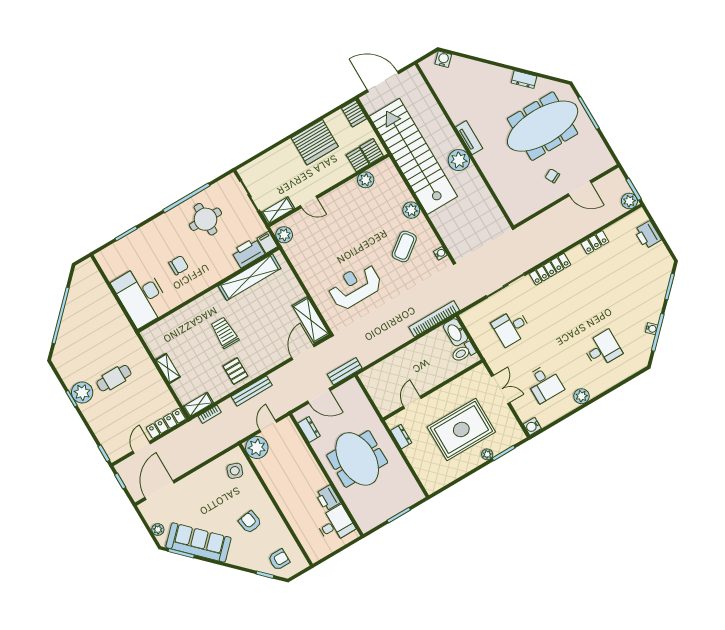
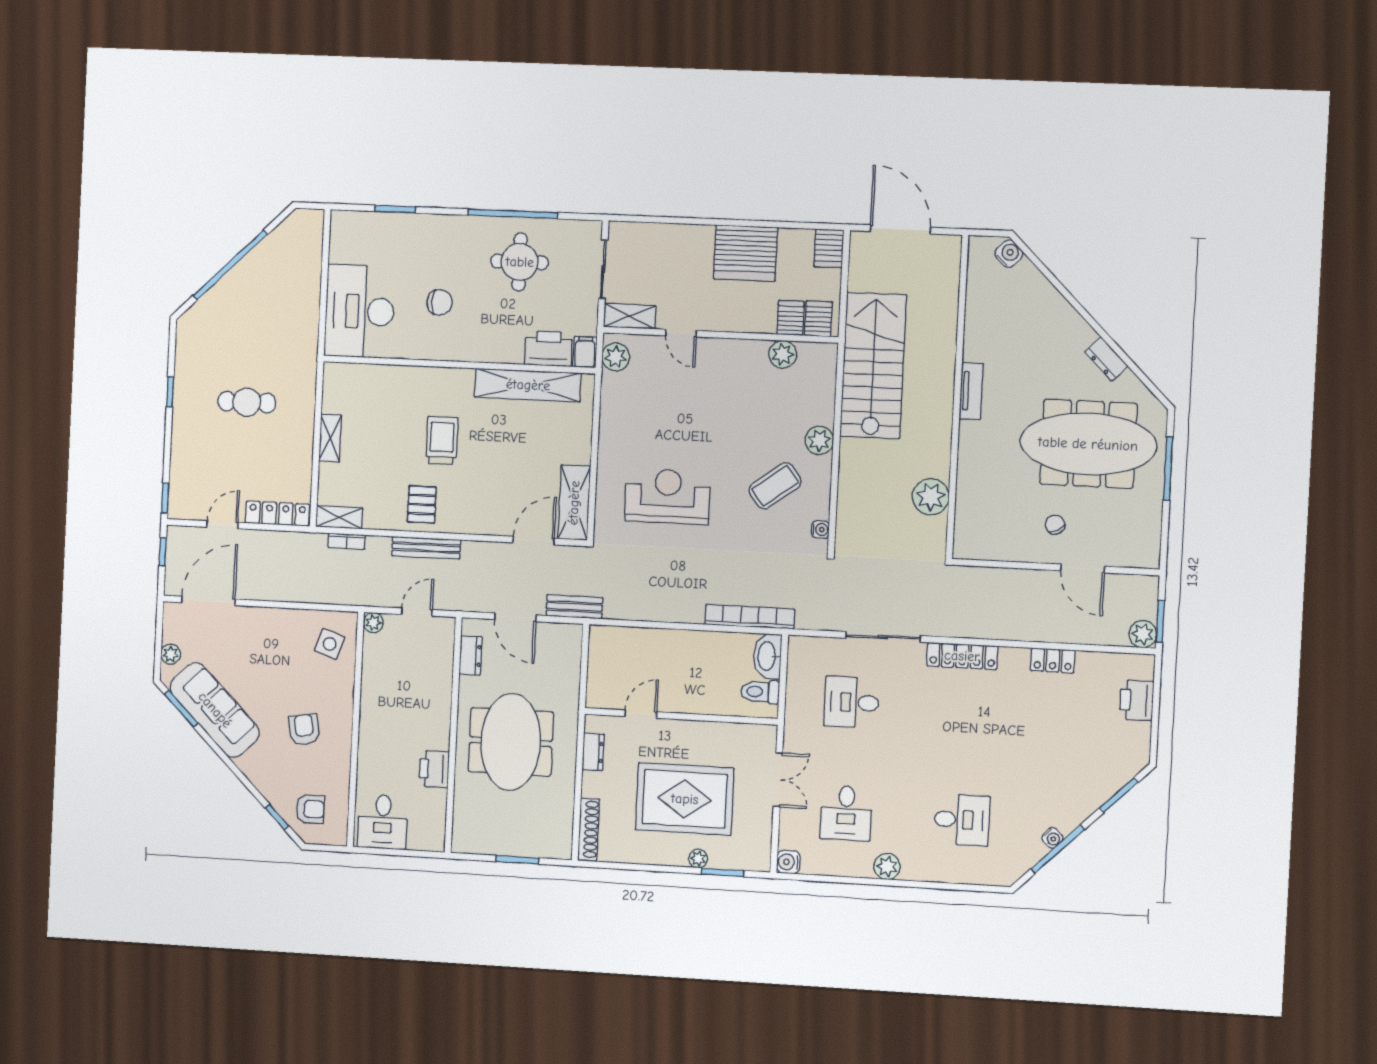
stairs: (413, 156) -> (873, 366), width x0.73
plant: (459, 160) -> (931, 497), moved
plant: (82, 392) -> (190, 393), removed
plant: (257, 447) -> (373, 623), width x0.53, depth x0.53
shoe rack: (424, 476) -> (589, 829), added
desk: (335, 524) -> (383, 822), moved, turned 90

